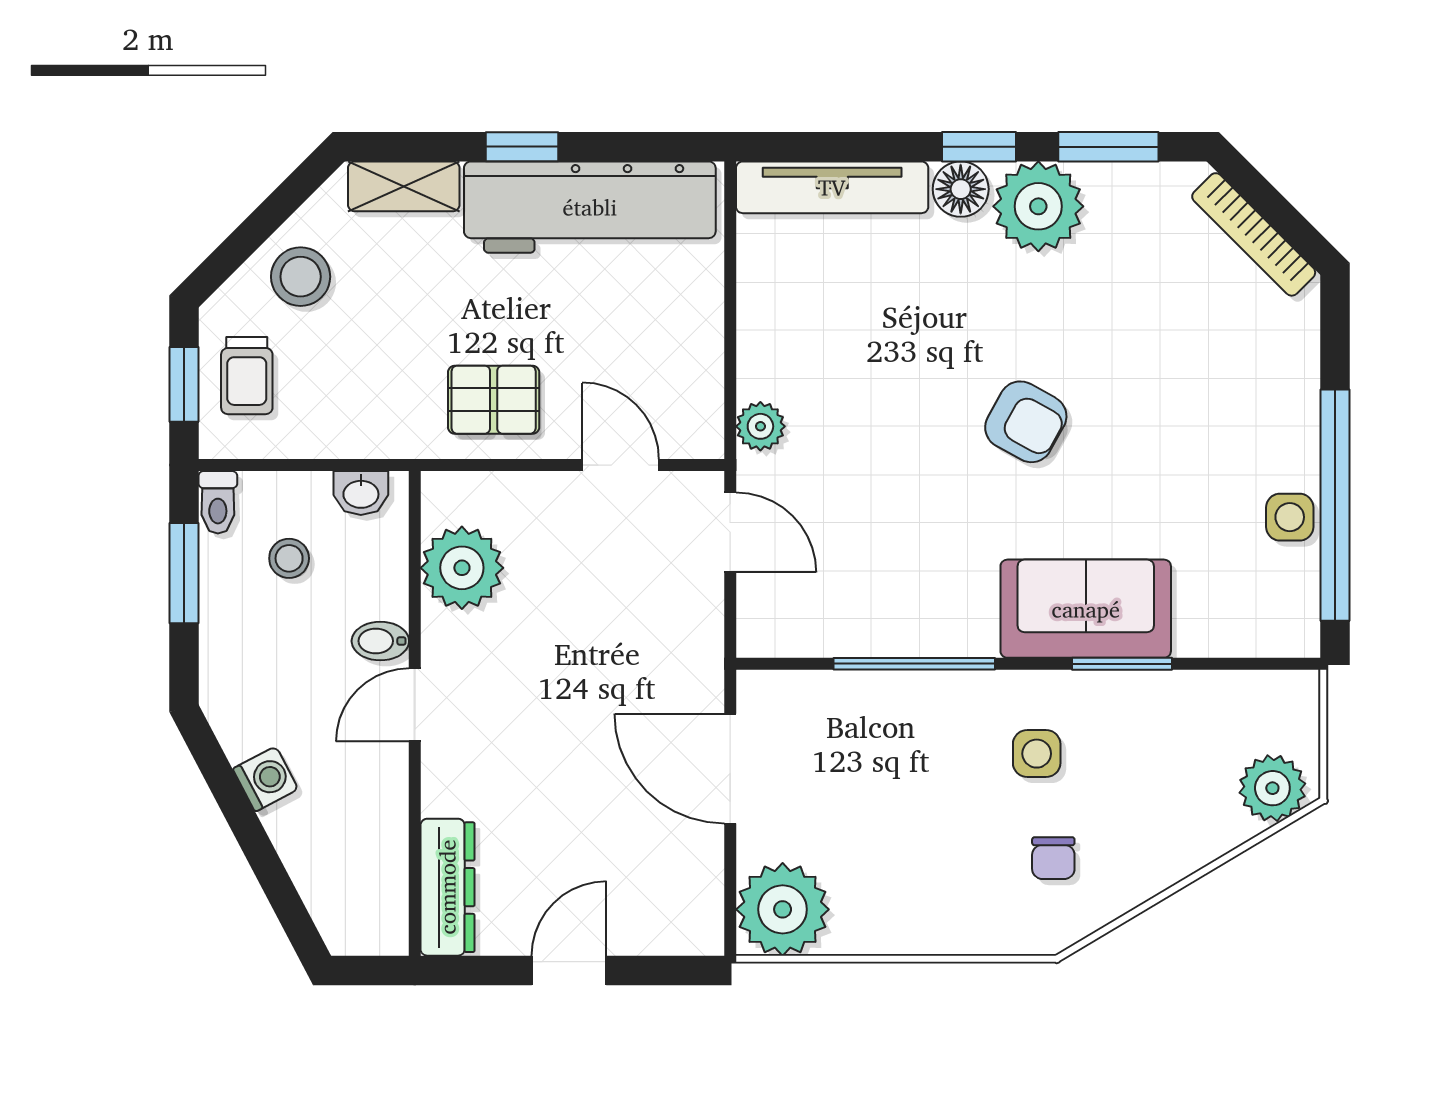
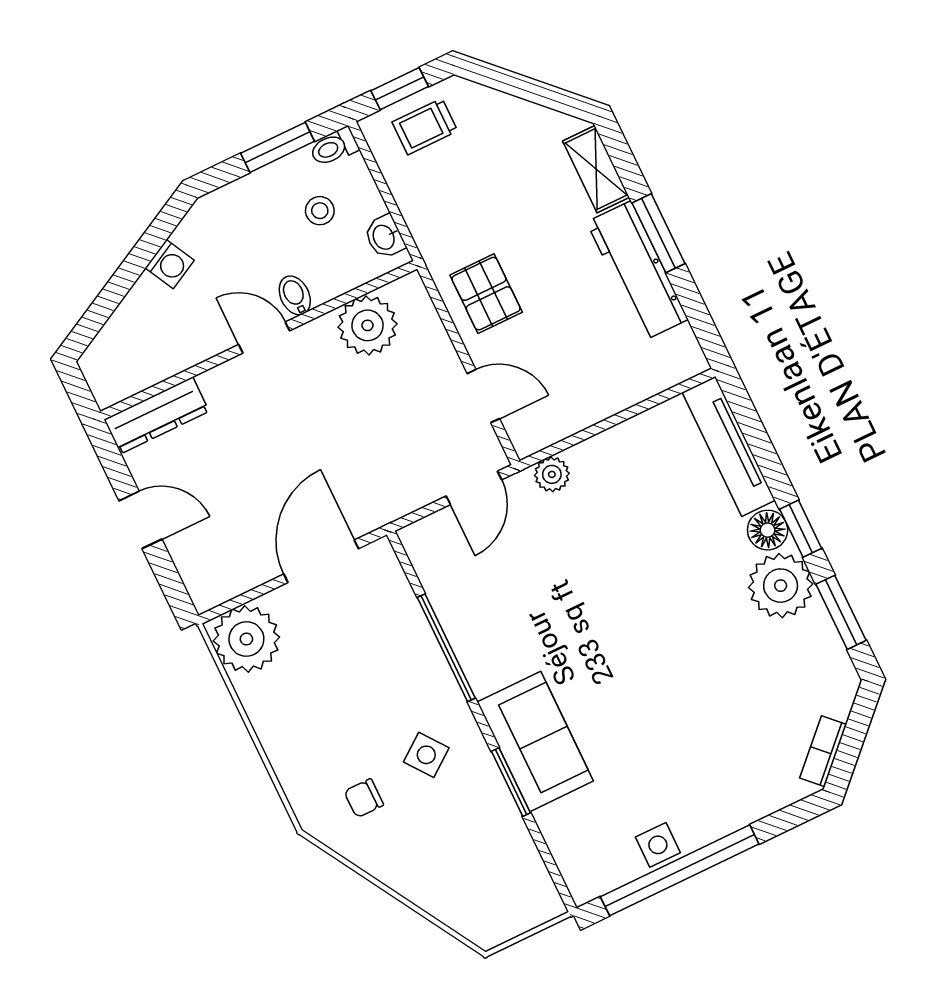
window: (522, 147) -> (658, 233), width x1.50
workbench: (590, 207) -> (637, 271), width x0.73, depth x0.76
bookcase: (1254, 234) -> (823, 751), width x0.64
stool: (301, 277) -> (506, 130), removed
armchair: (1026, 422) -> (637, 645), removed
door: (621, 465) -> (483, 396), hinge flipped
side table: (1037, 754) -> (426, 755), turned -37
plant: (1272, 788) -> (477, 918), removed

